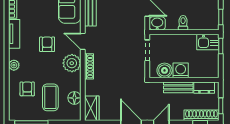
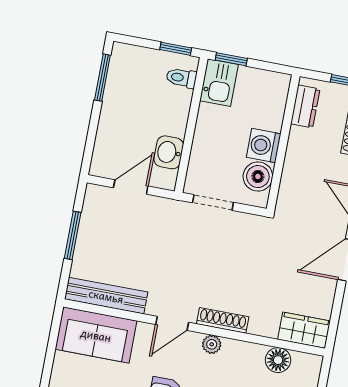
washbasin: (157, 23) -> (169, 152), moved
toilet: (183, 23) -> (181, 78), moved
plant: (72, 63) -> (212, 344), width x0.53, depth x0.53
bench: (178, 87) -> (296, 156), removed

